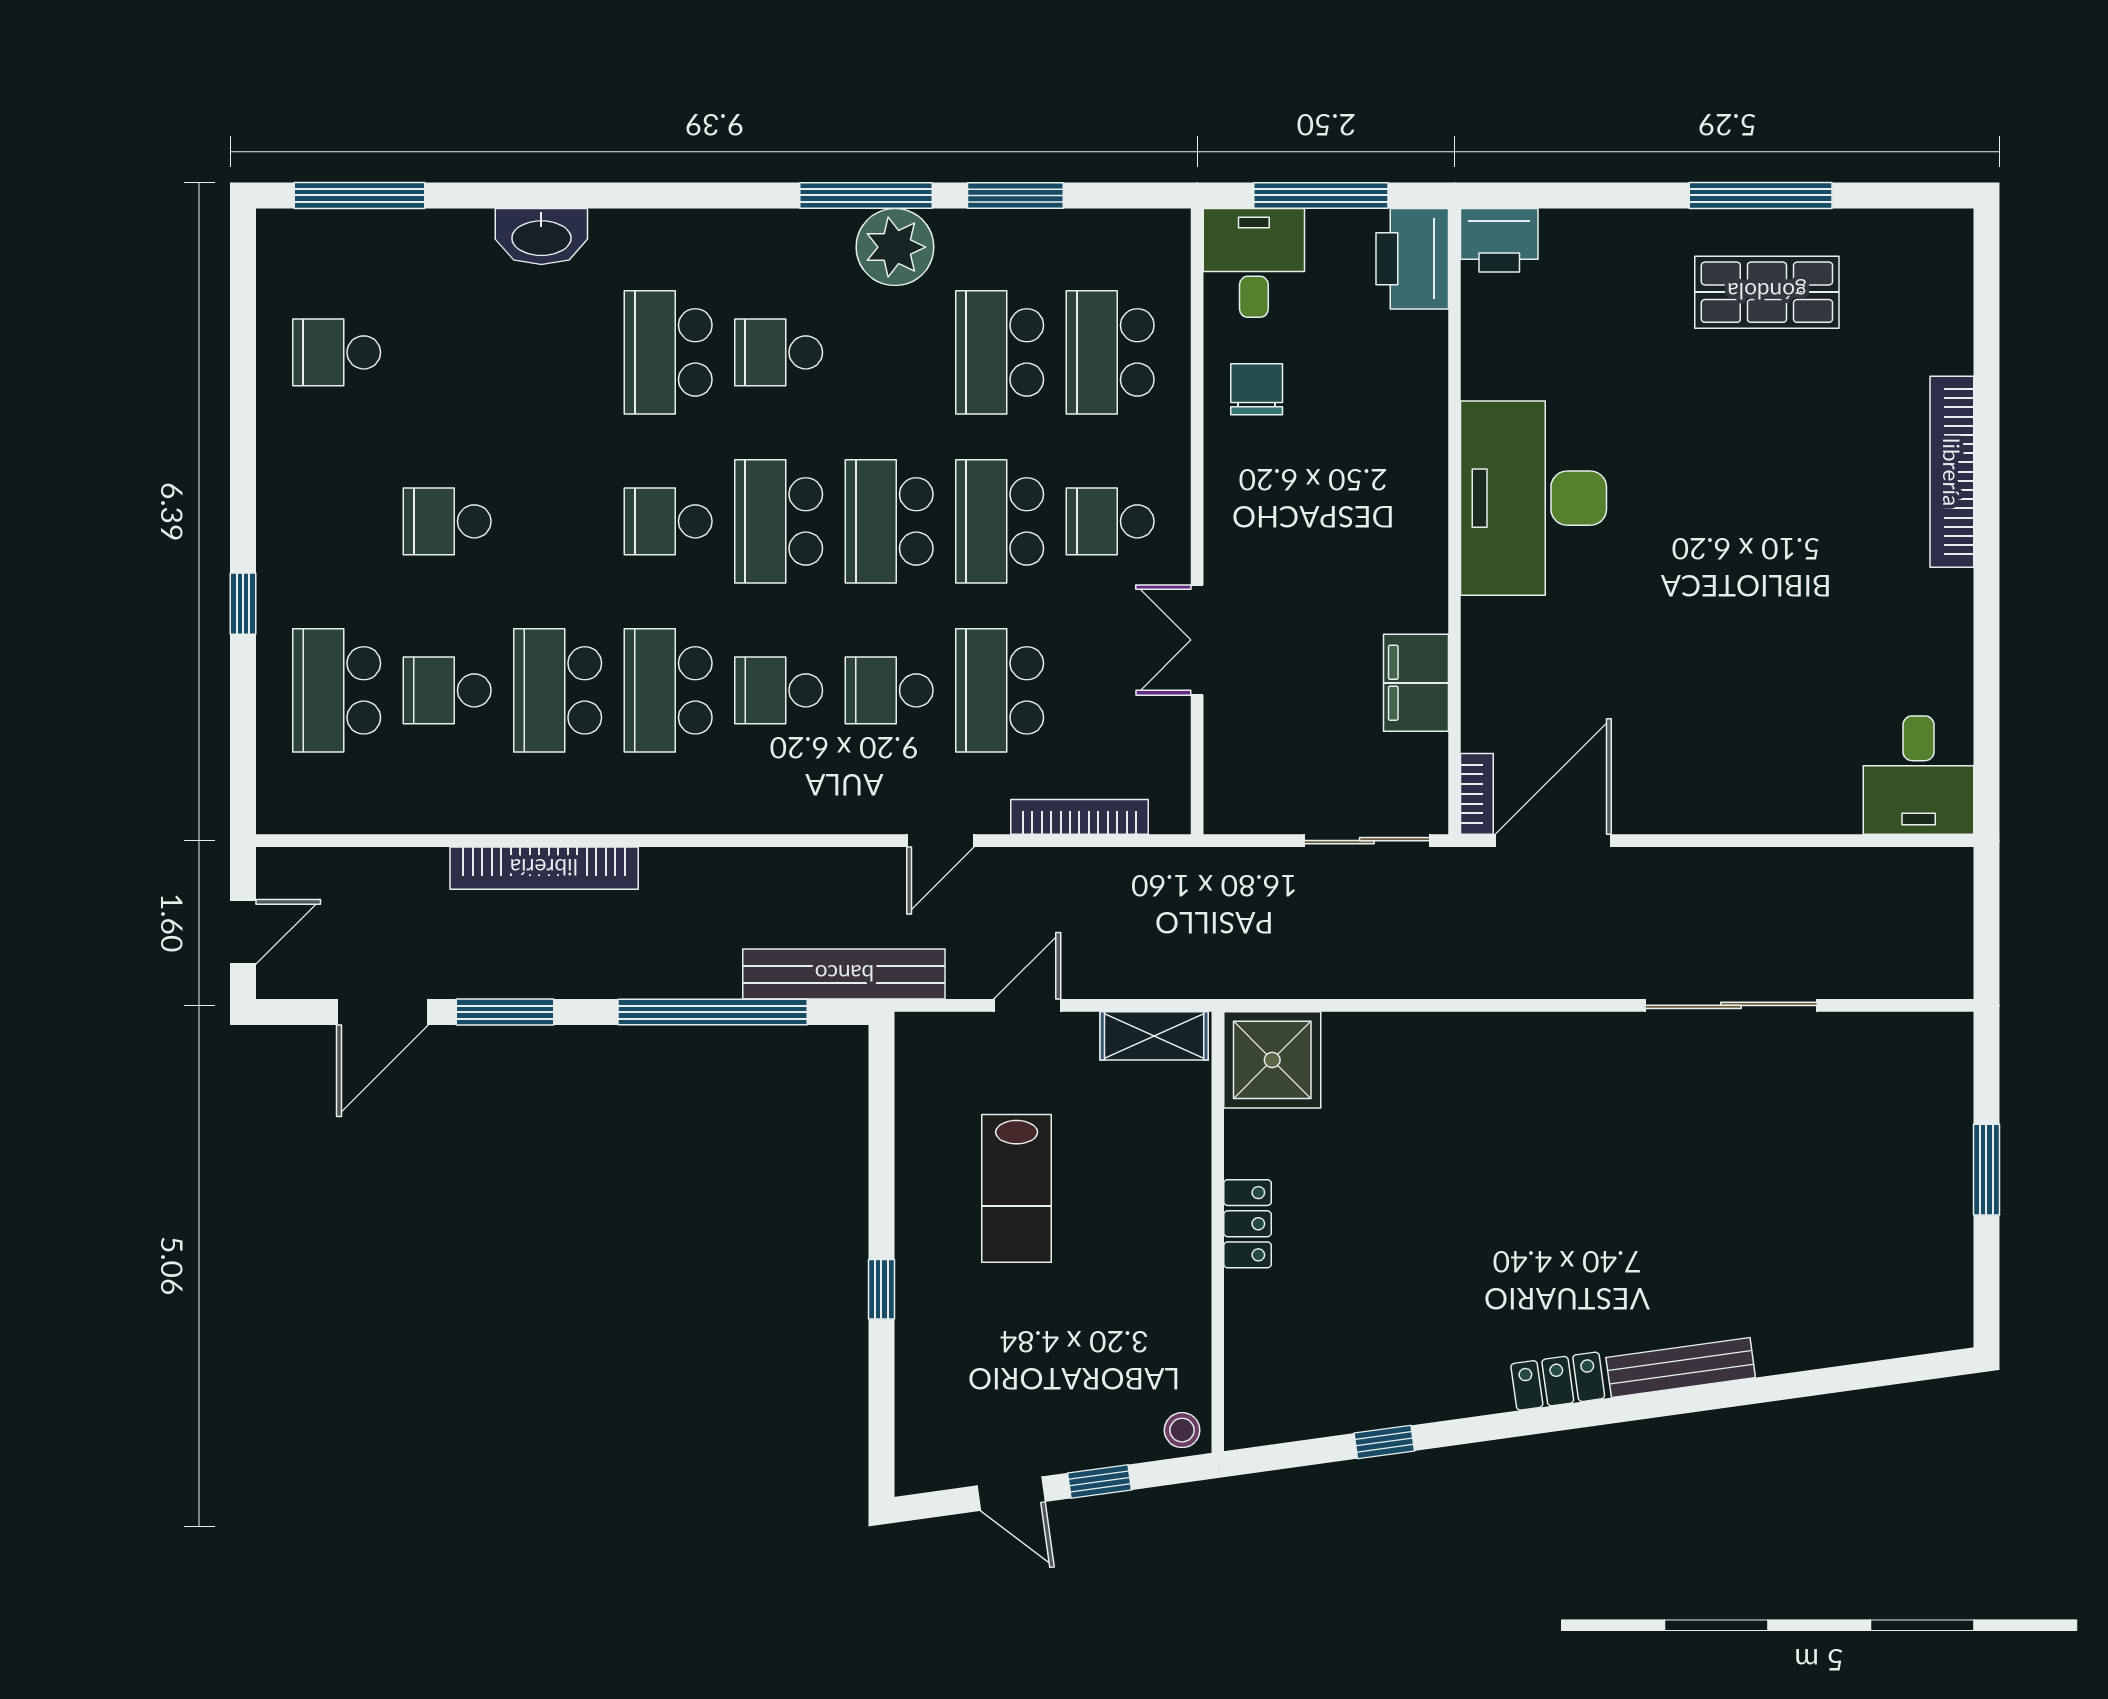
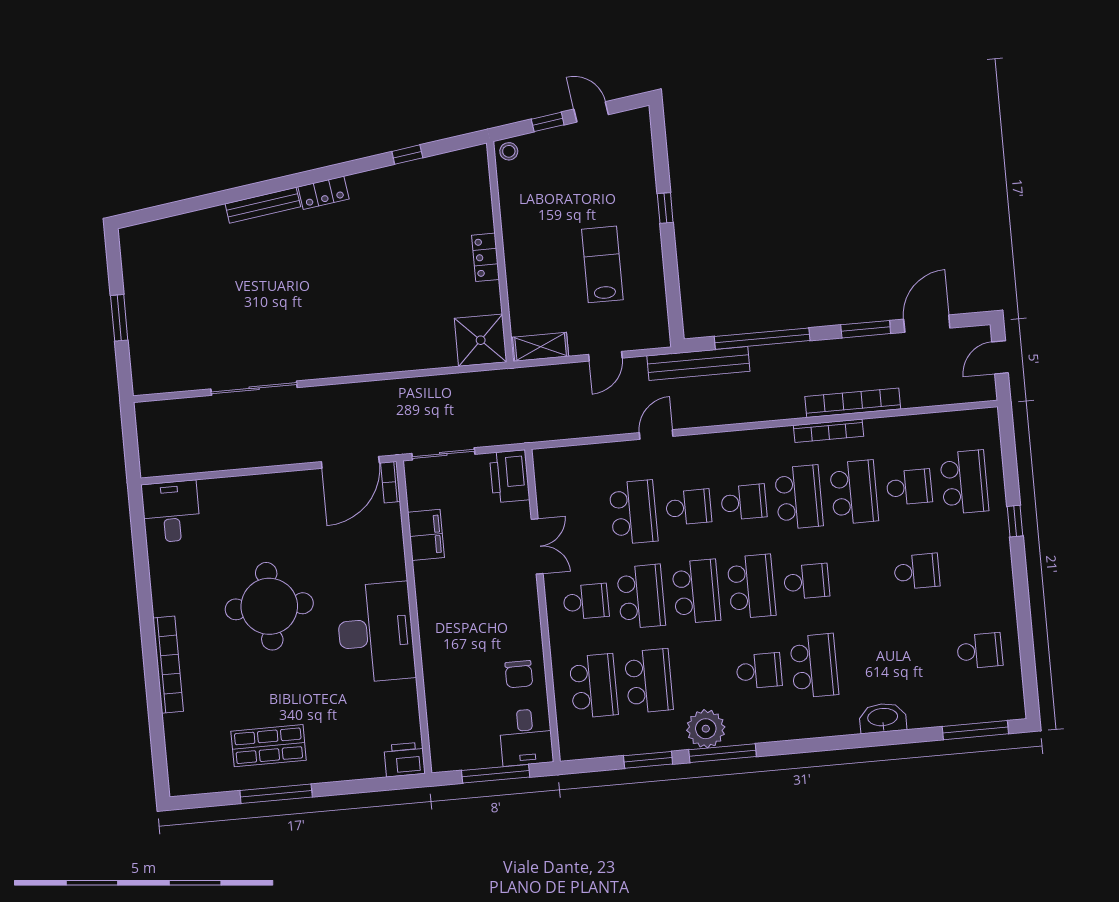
printer: (1412, 259) -> (509, 476), moved, turned 180
round table: (1740, 569) -> (269, 606), added
bookcase: (1079, 817) -> (829, 431), moved

